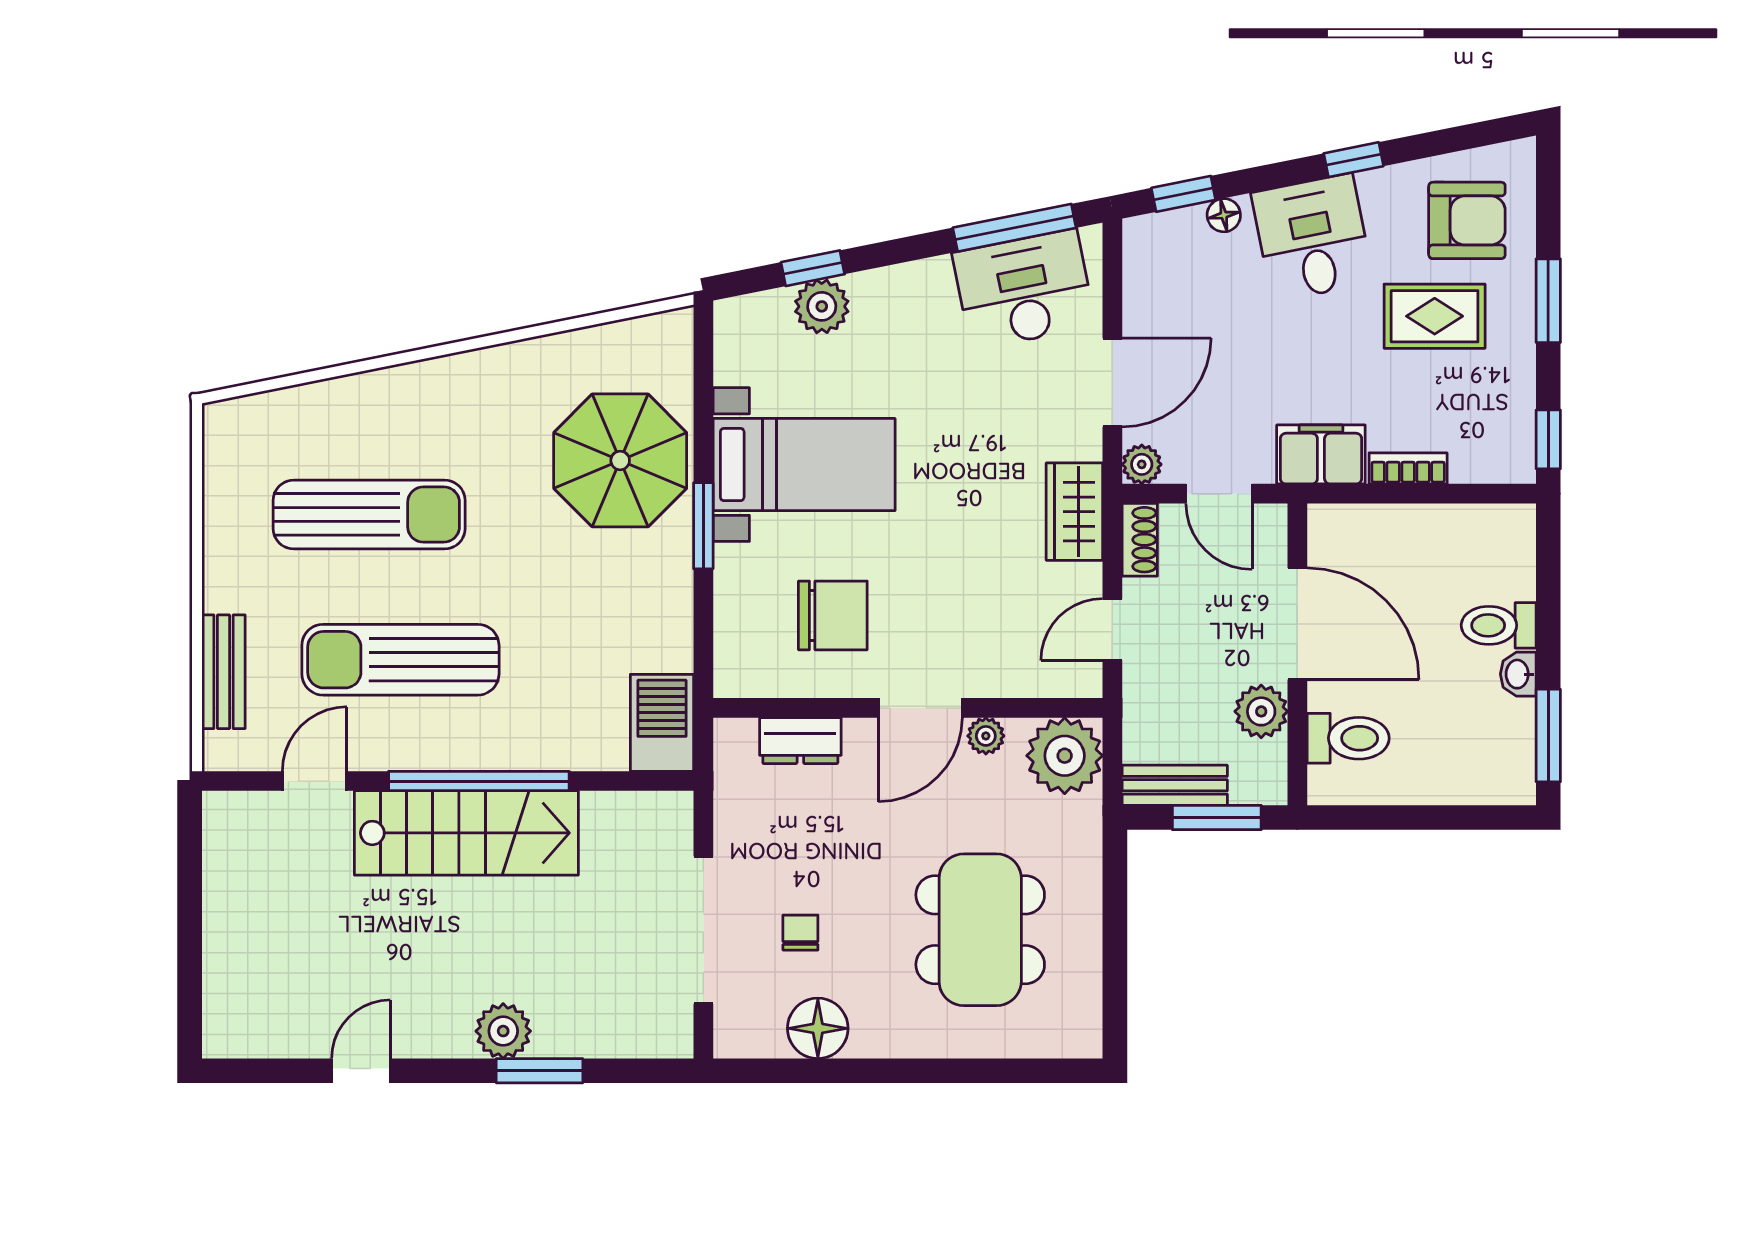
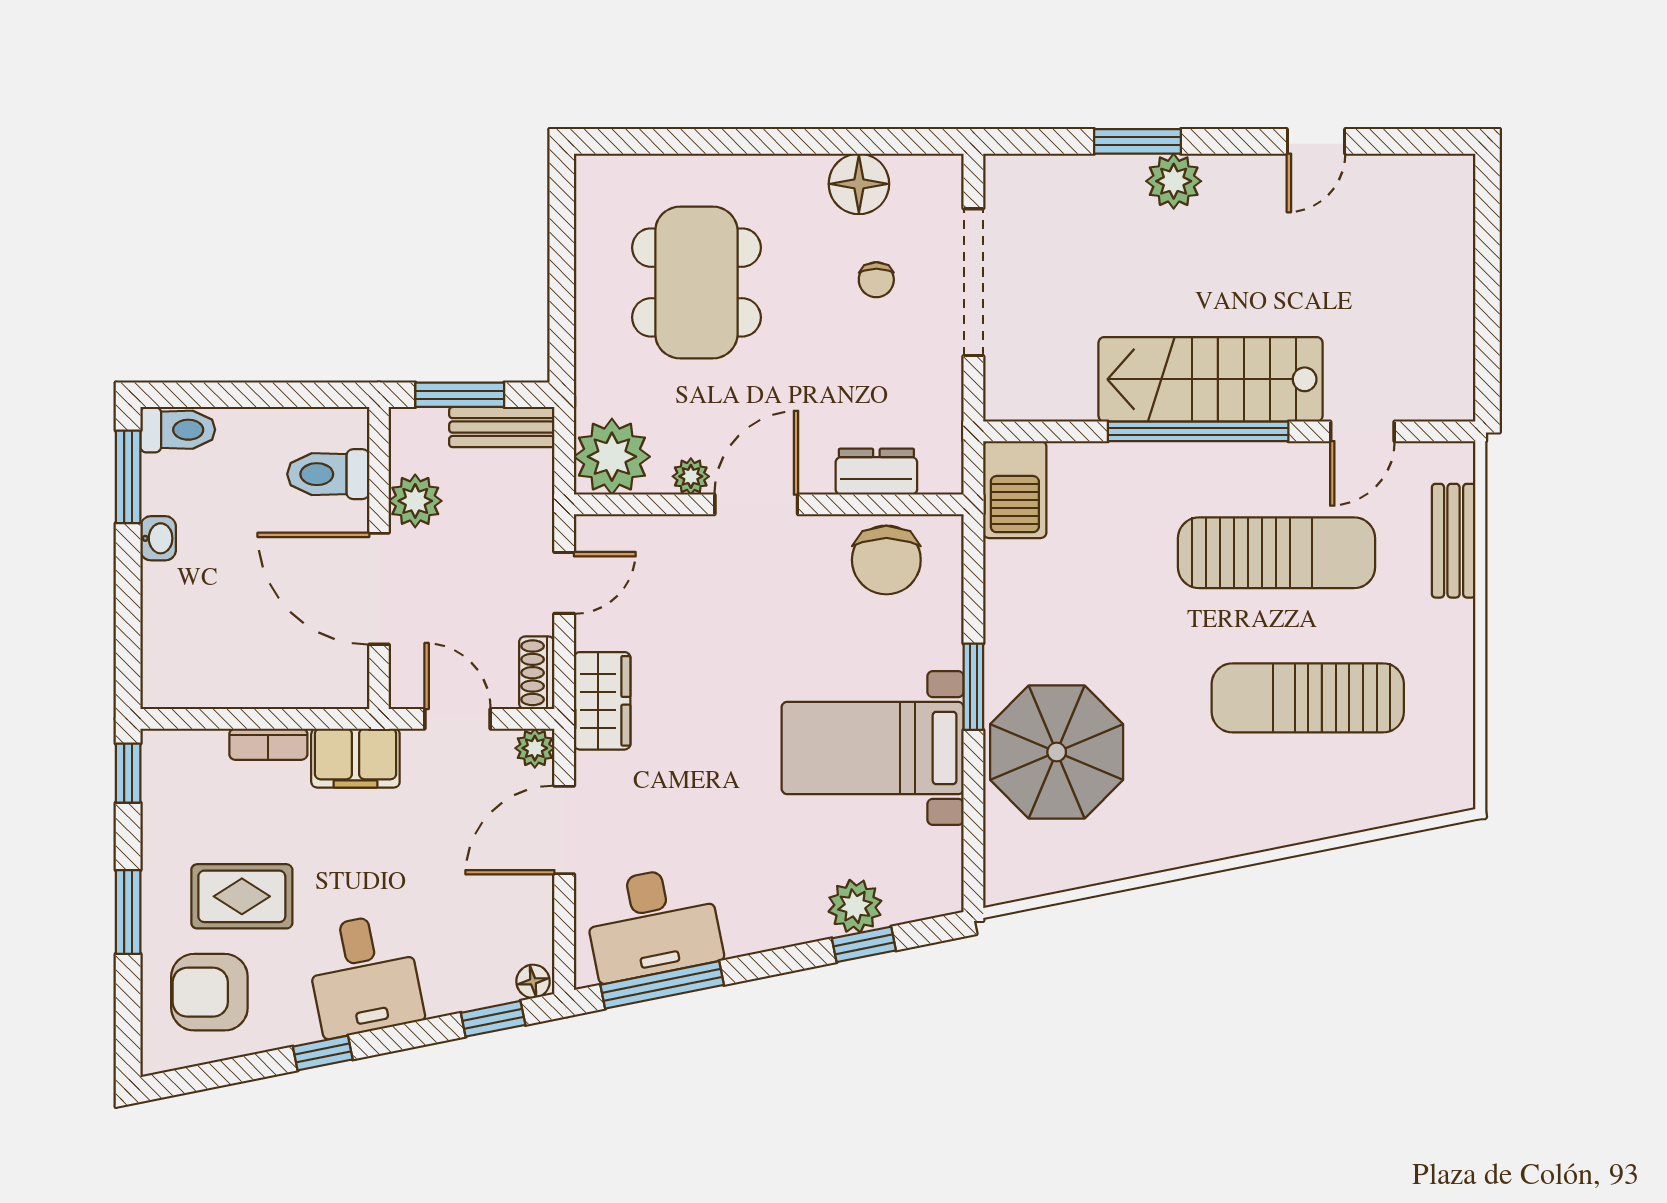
floor lamp: (1224, 215) -> (533, 981), moved
chair: (833, 615) -> (886, 560), moved, turned -90
toilet: (1499, 625) -> (178, 430), moved

